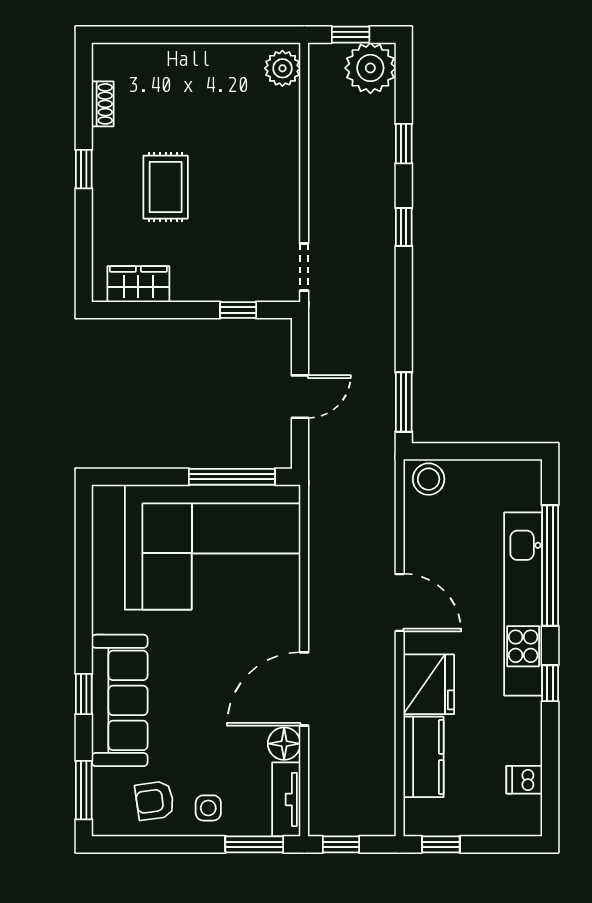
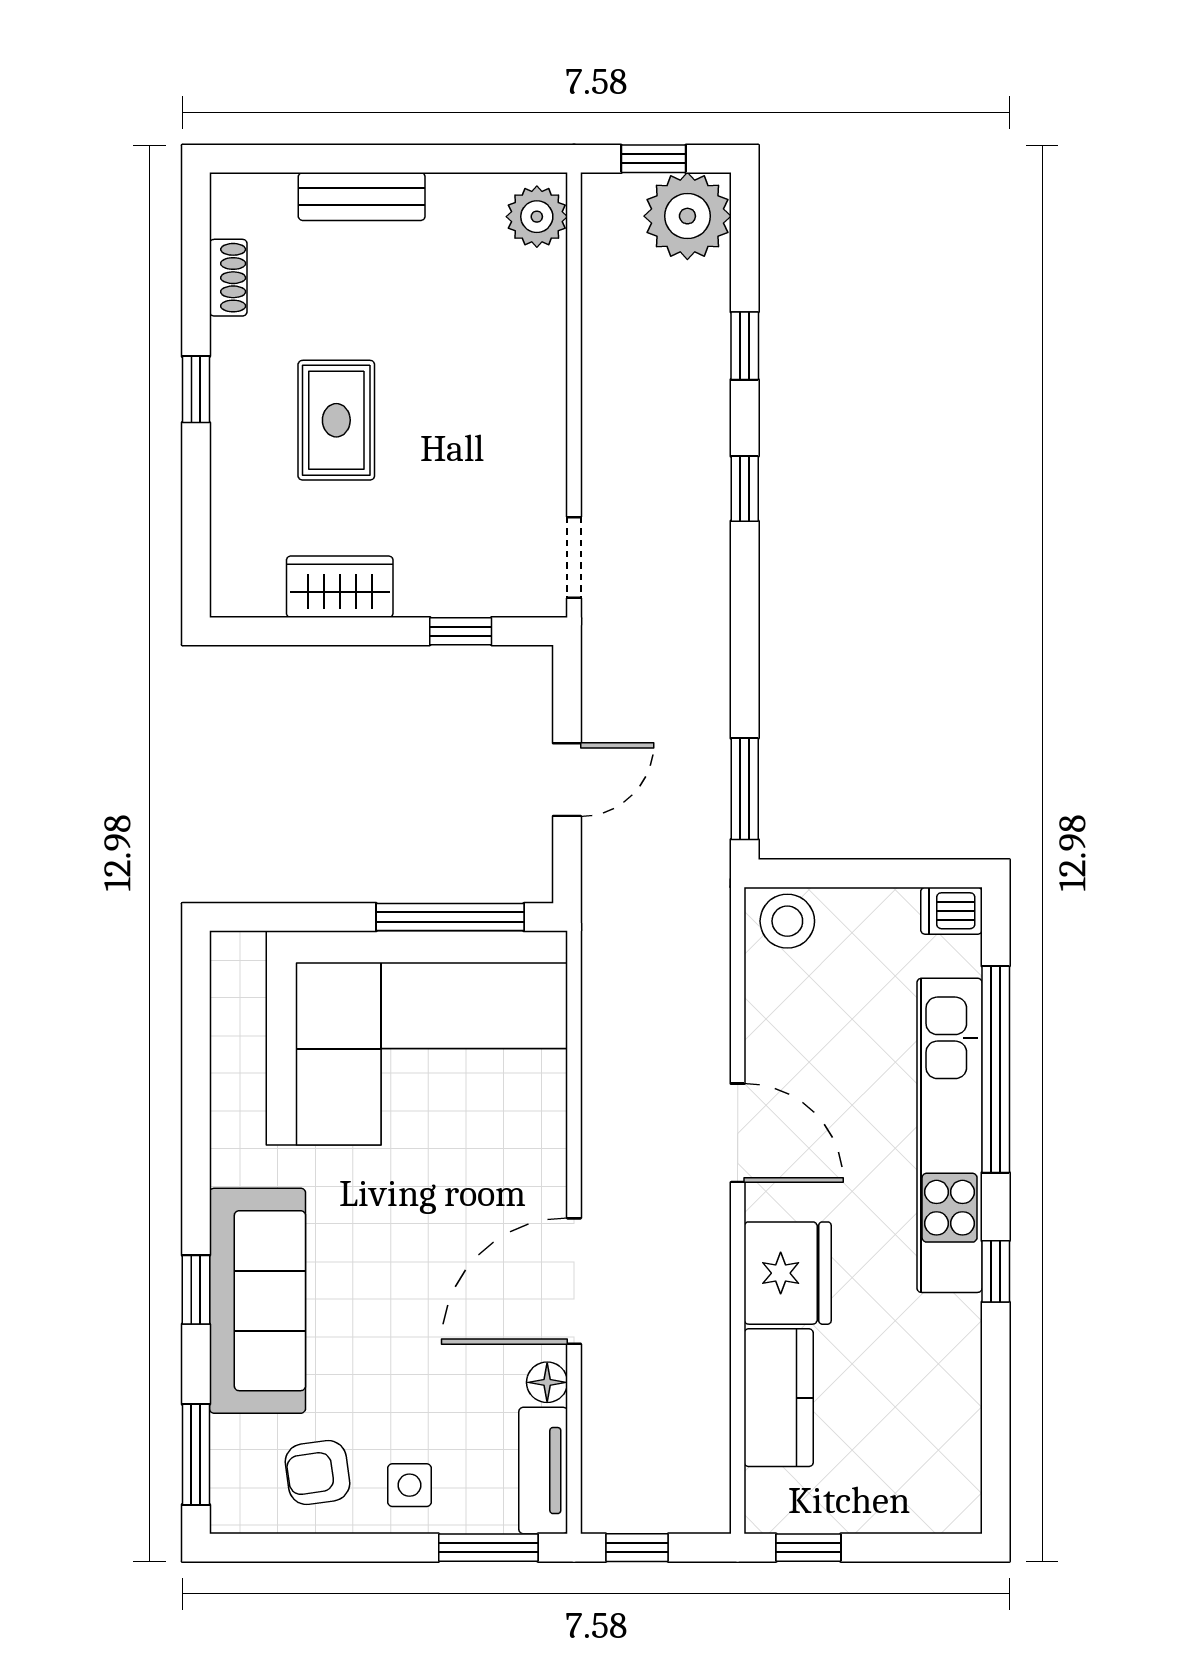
bench: (180, 57) -> (362, 197), added
wardrobe: (138, 284) -> (340, 587), moved
floor lamp: (284, 744) -> (547, 1382), width x0.73, depth x0.73
dishwasher: (524, 780) -> (951, 911), moved

